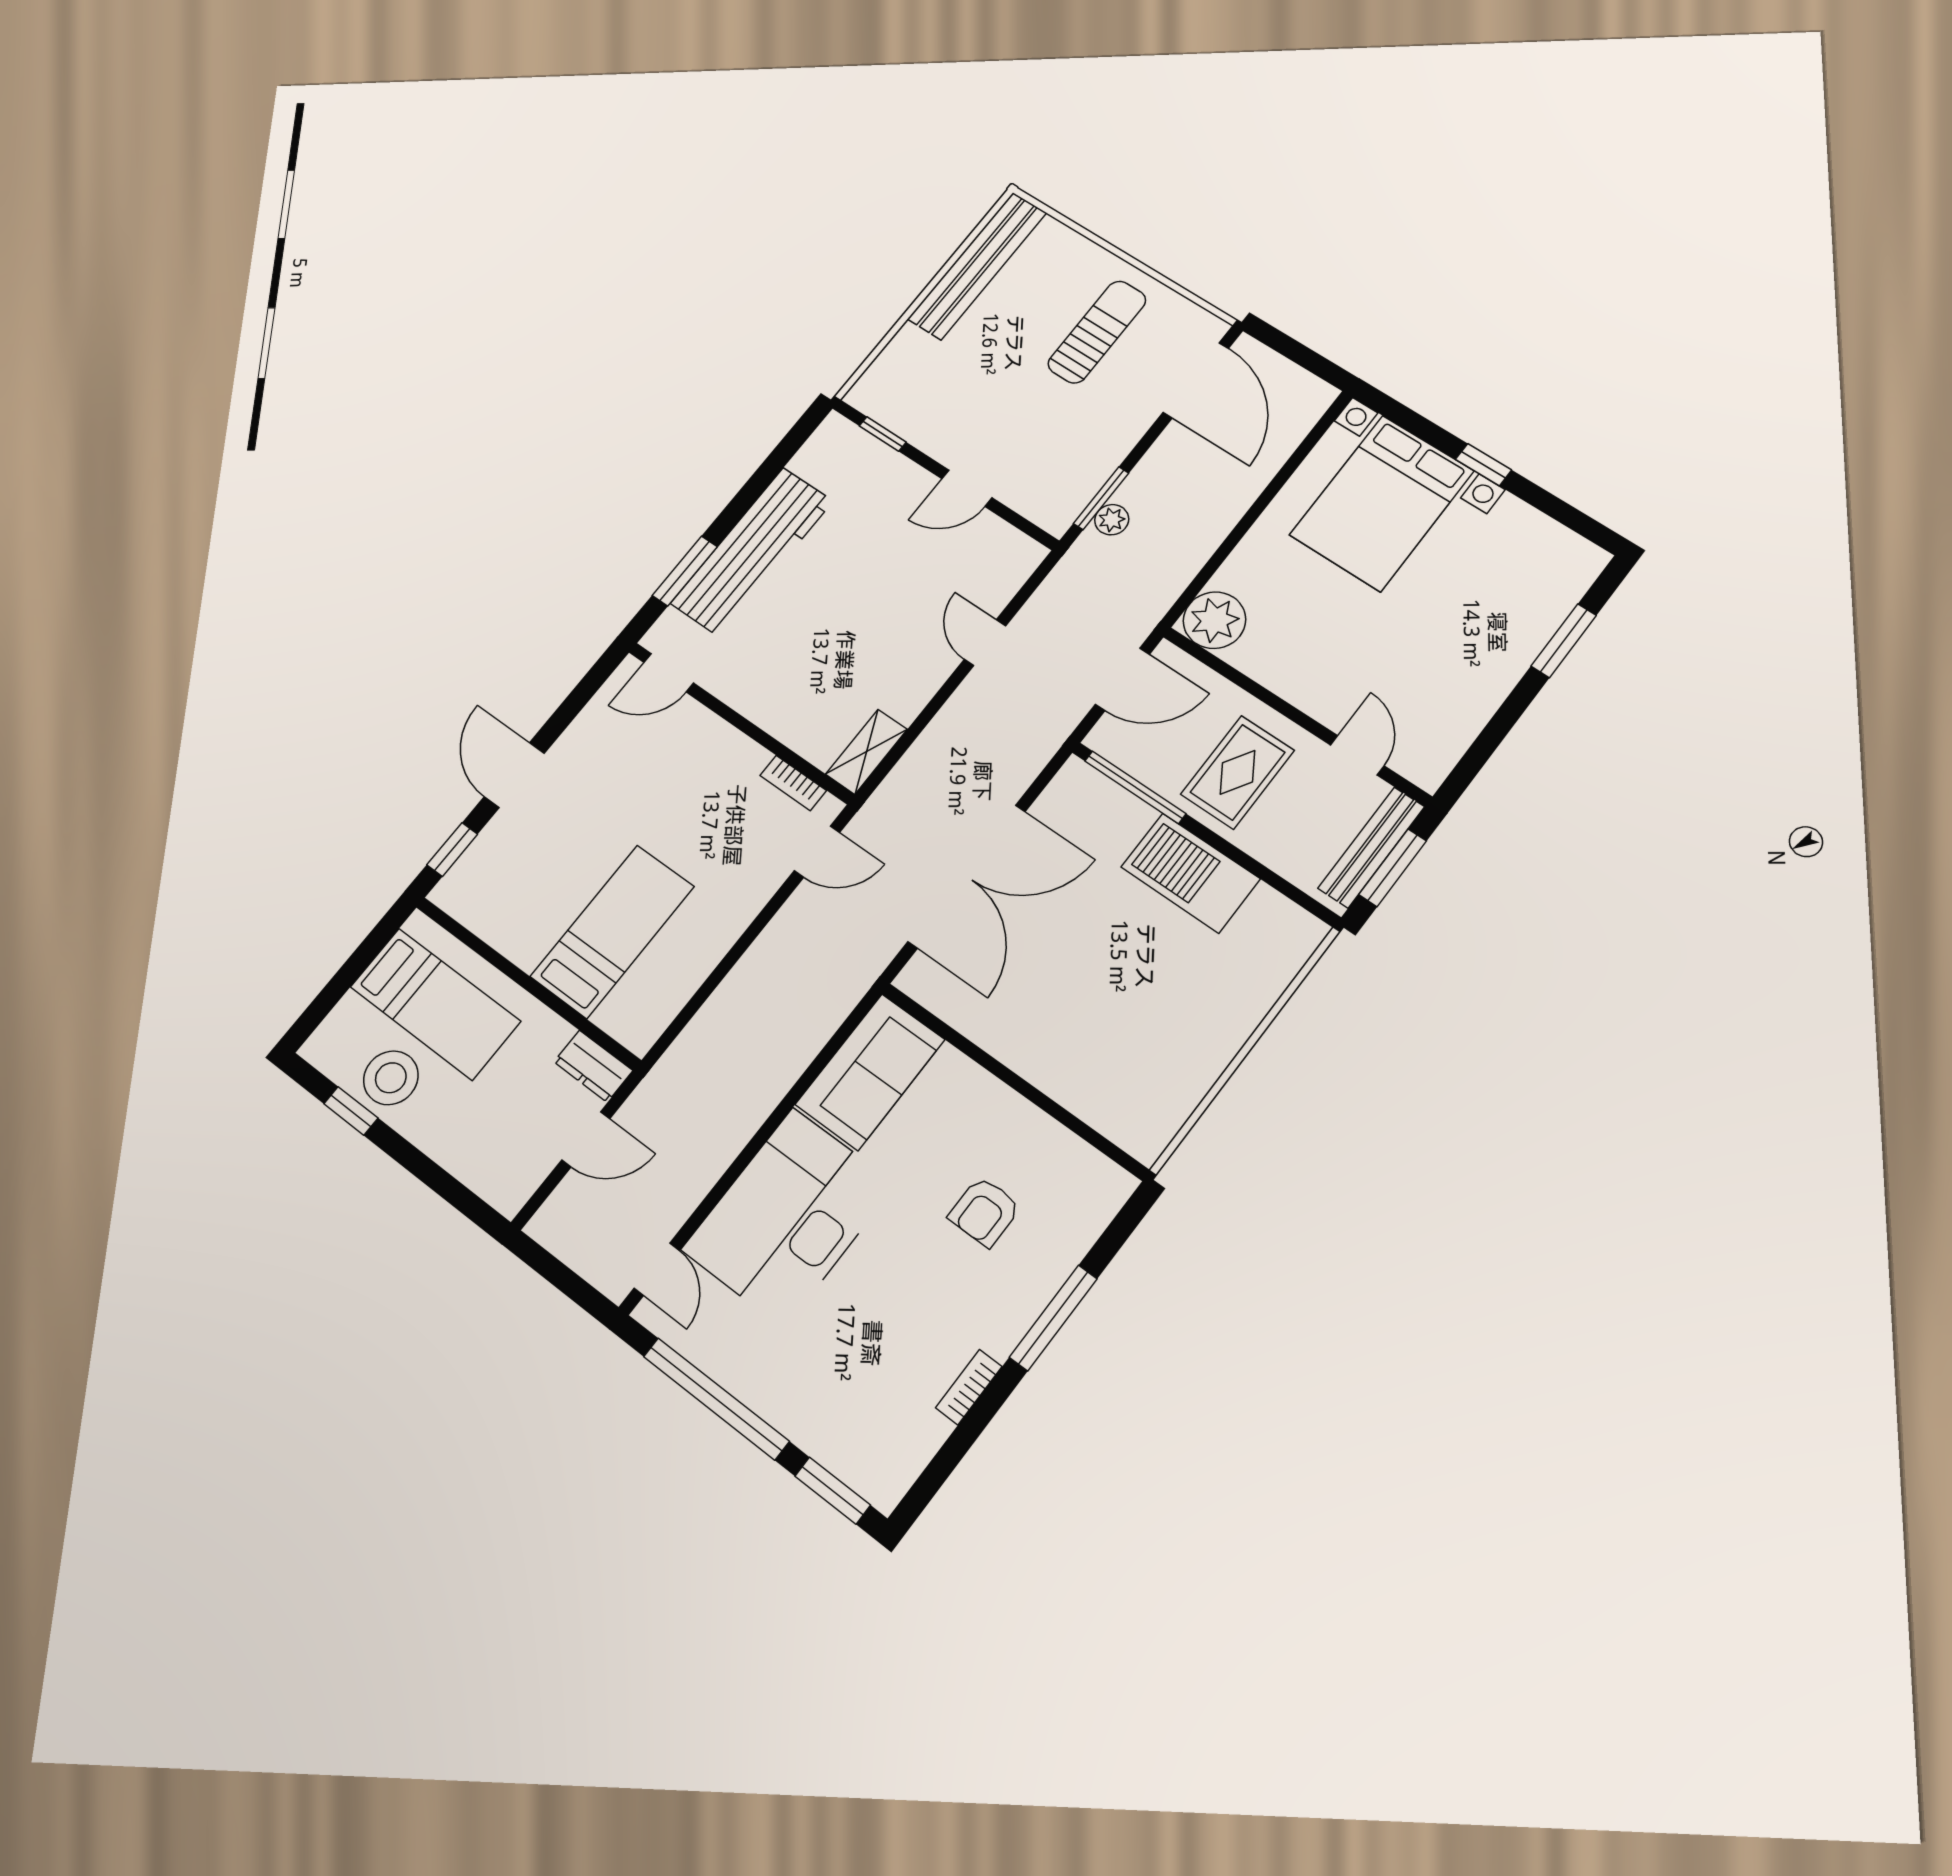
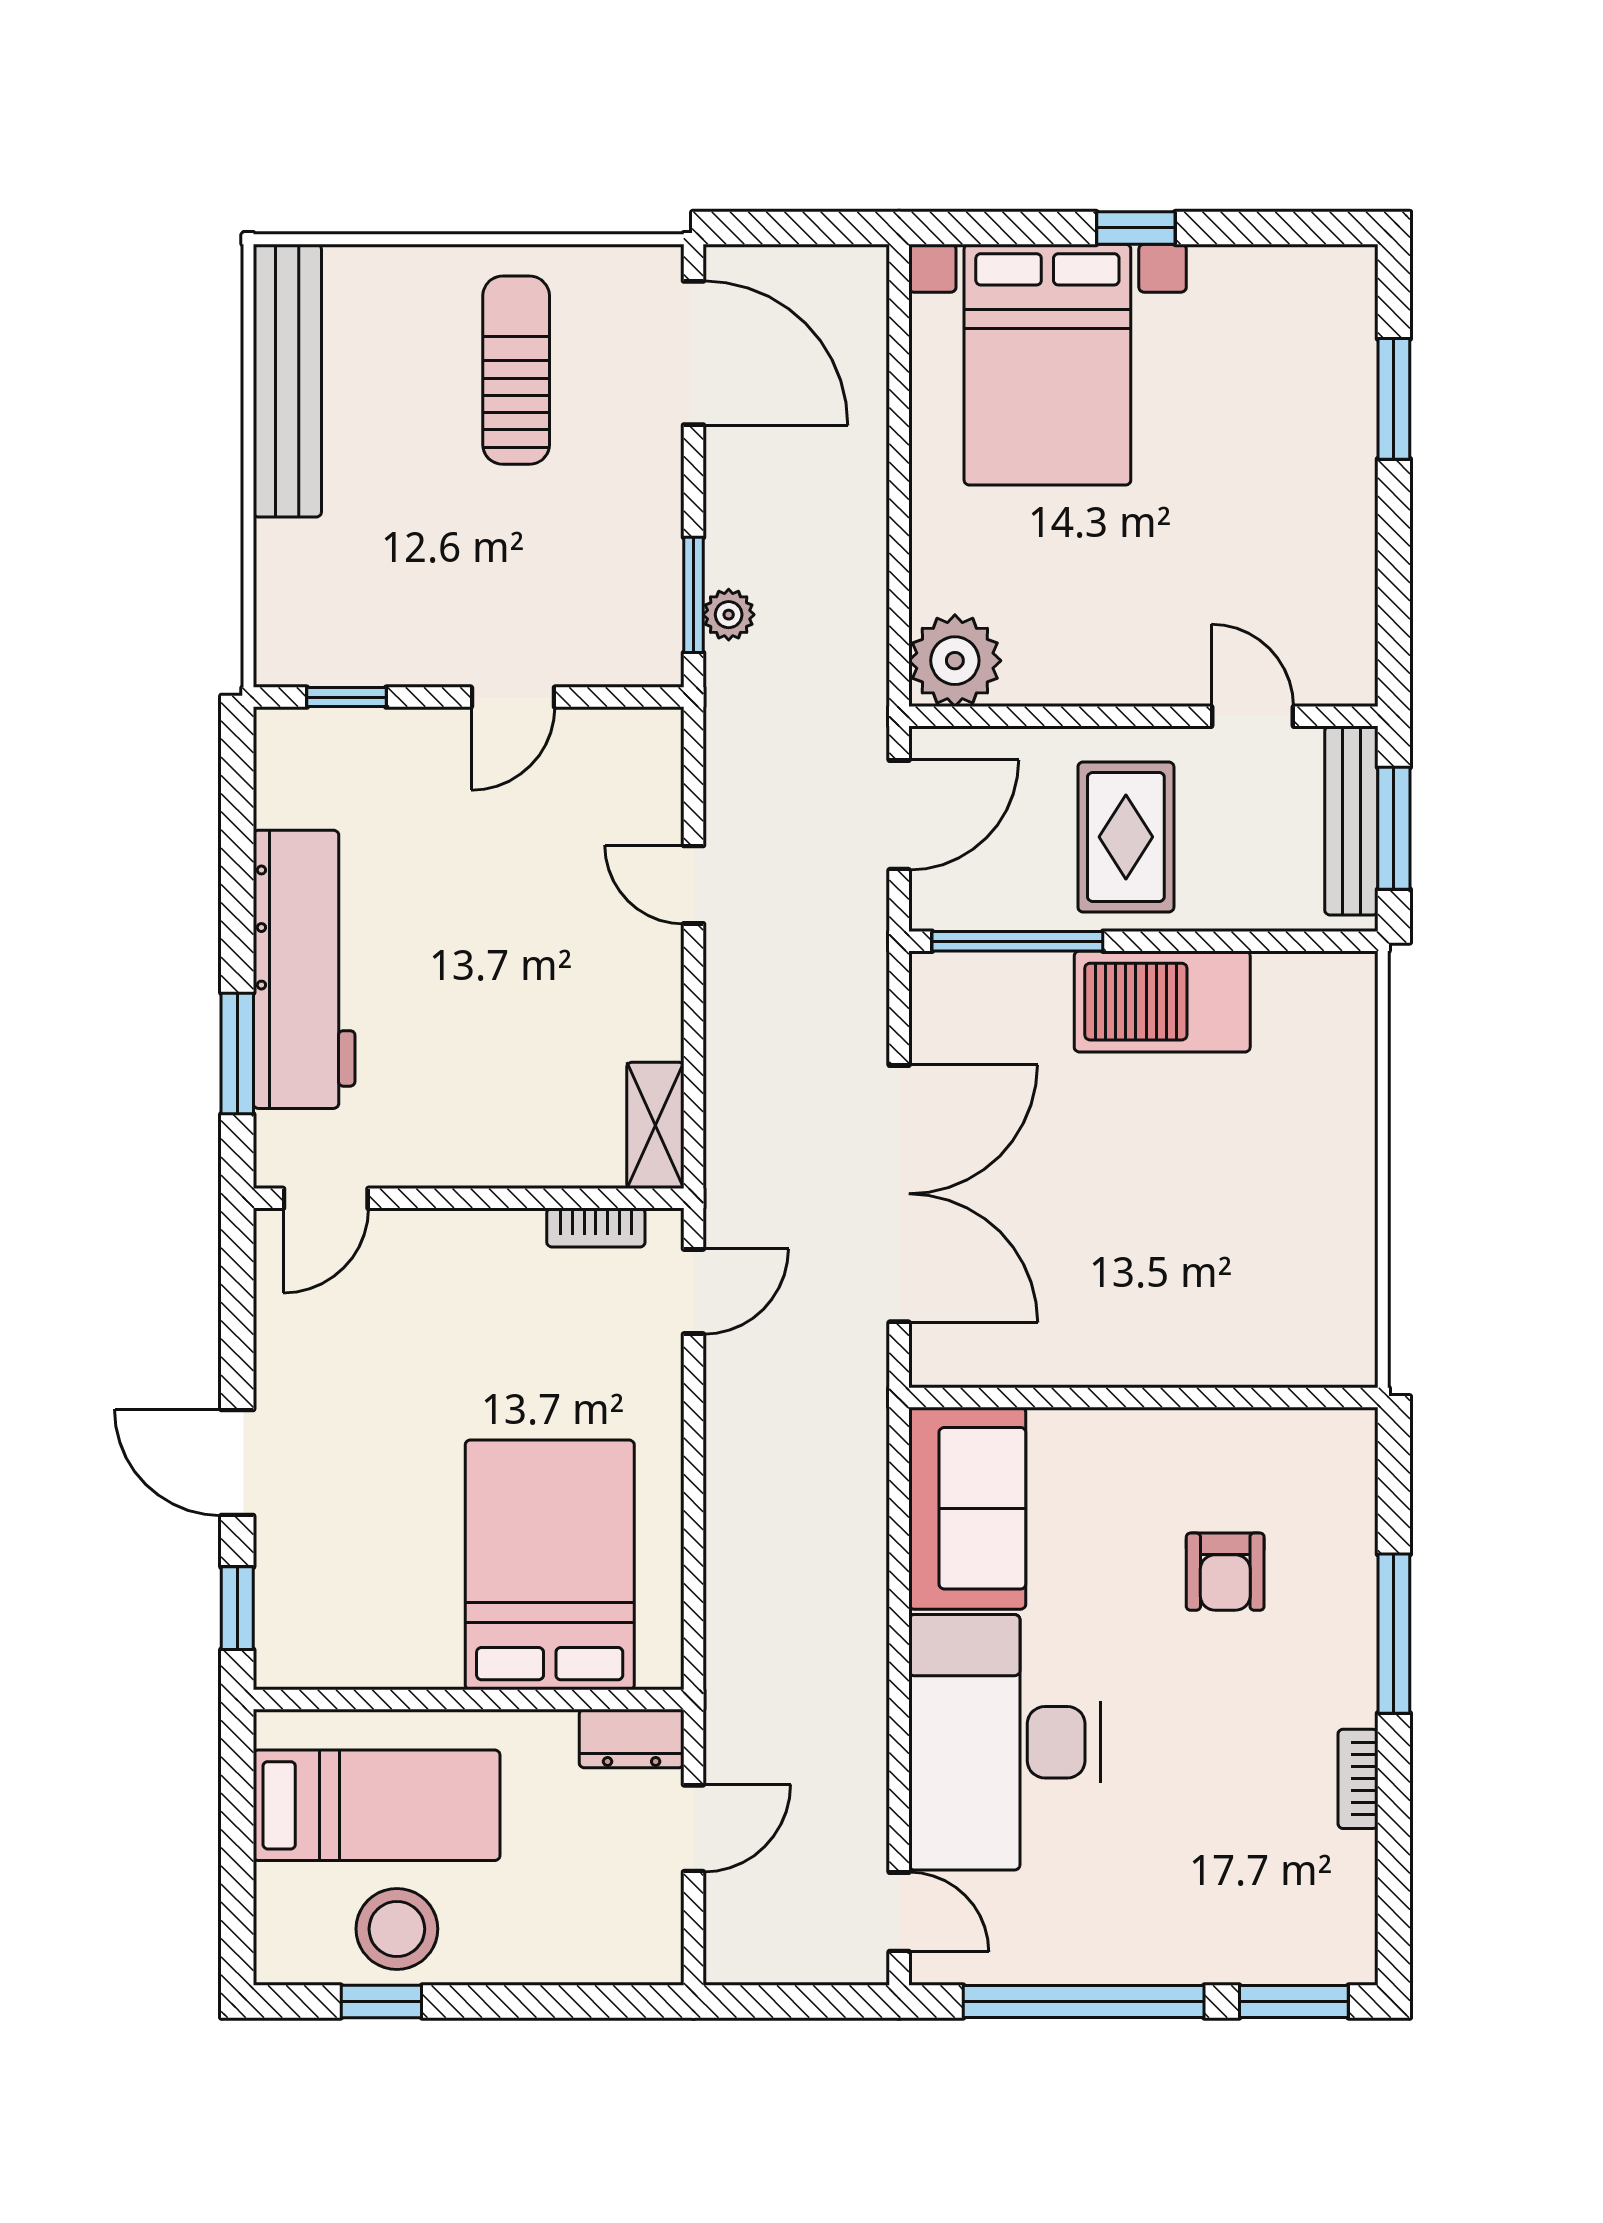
bed: (612, 931) -> (550, 1565), width x1.50

